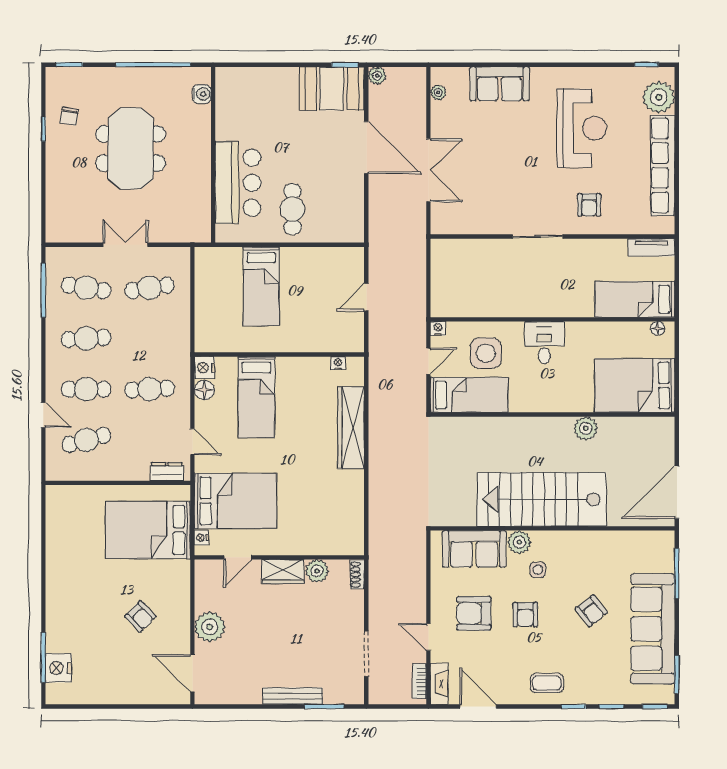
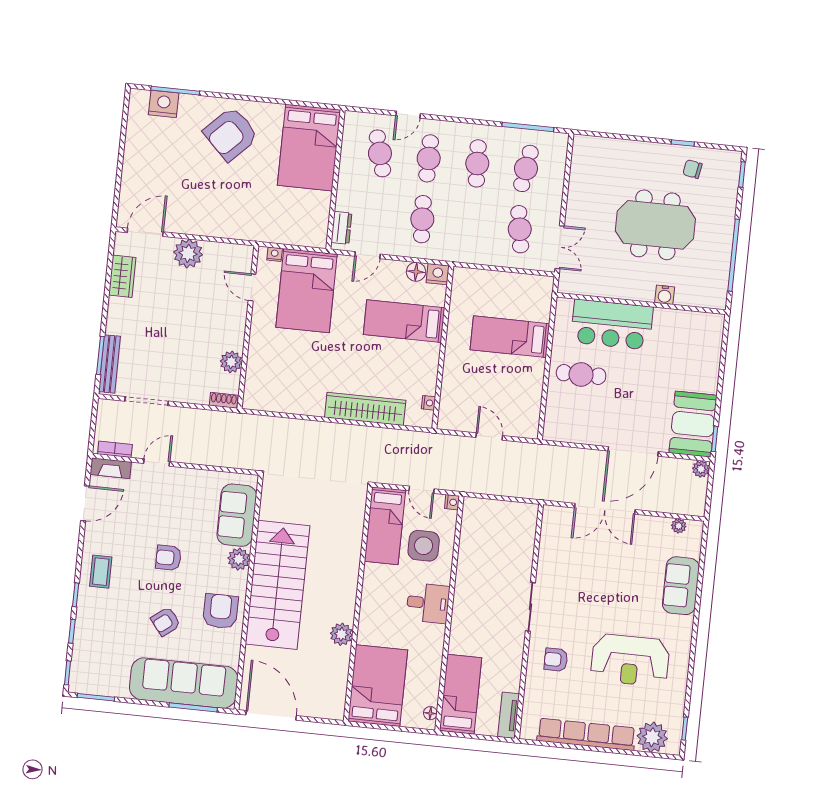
water cooler: (202, 94) -> (665, 295), moved
double door: (125, 245) -> (560, 247), moved
bed: (148, 530) -> (309, 148), moved, turned 180
side table: (538, 570) -> (210, 574), removed
wardrobe: (283, 572) -> (122, 276), moved, turned 180
armchair: (474, 613) -> (220, 611), moved
armchair: (141, 616) -> (231, 134), moved, width x1.88, depth x1.88
sofa: (653, 629) -> (184, 683), moved
bench: (293, 696) -> (110, 364), moved

